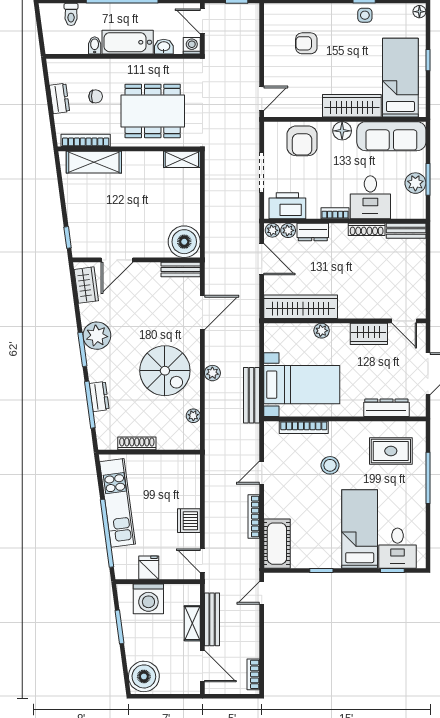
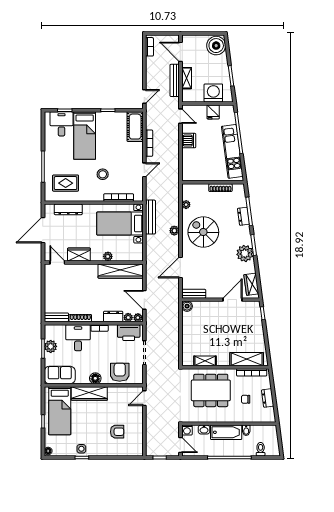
sofa: (391, 136) -> (60, 375), width x0.73
shelving: (182, 159) -> (205, 361), moved
boiler: (184, 242) -> (187, 306), width x0.54, depth x0.54

